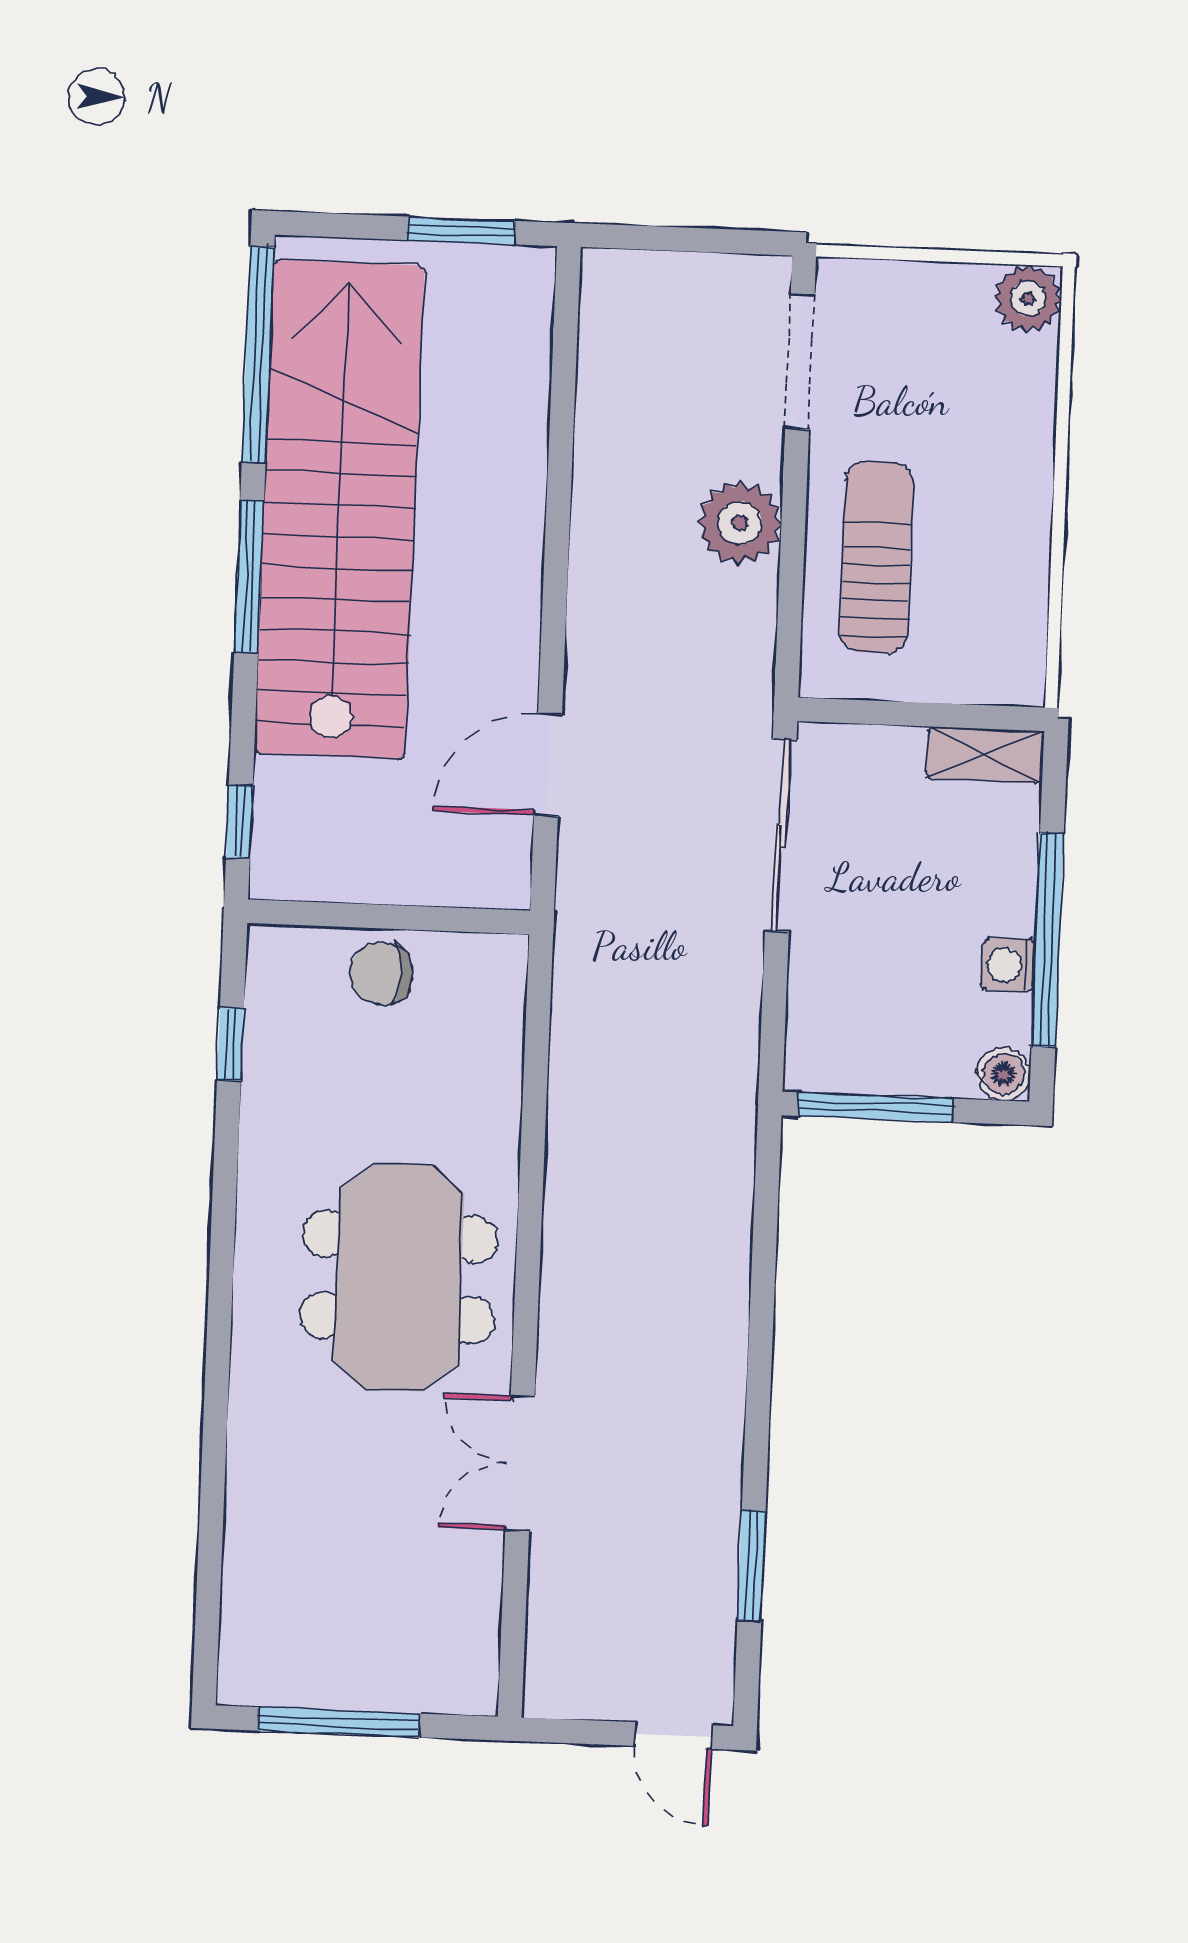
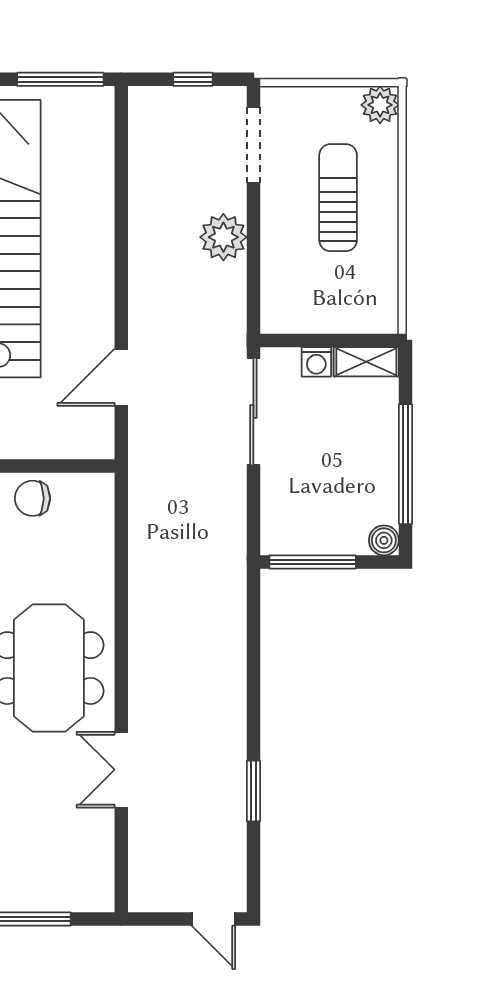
window: (461, 230) -> (60, 79), width x1.44
window: (697, 240) -> (193, 79), added
sun lounger: (877, 557) -> (338, 198), moved
washing machine: (1009, 965) -> (316, 362), moved, turned -90
window: (751, 1566) -> (253, 791), moved

